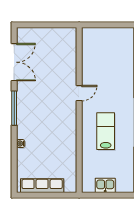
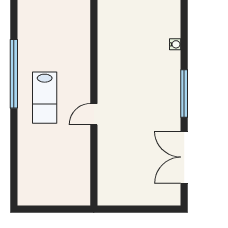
lab bench: (106, 131) -> (45, 98), moved

